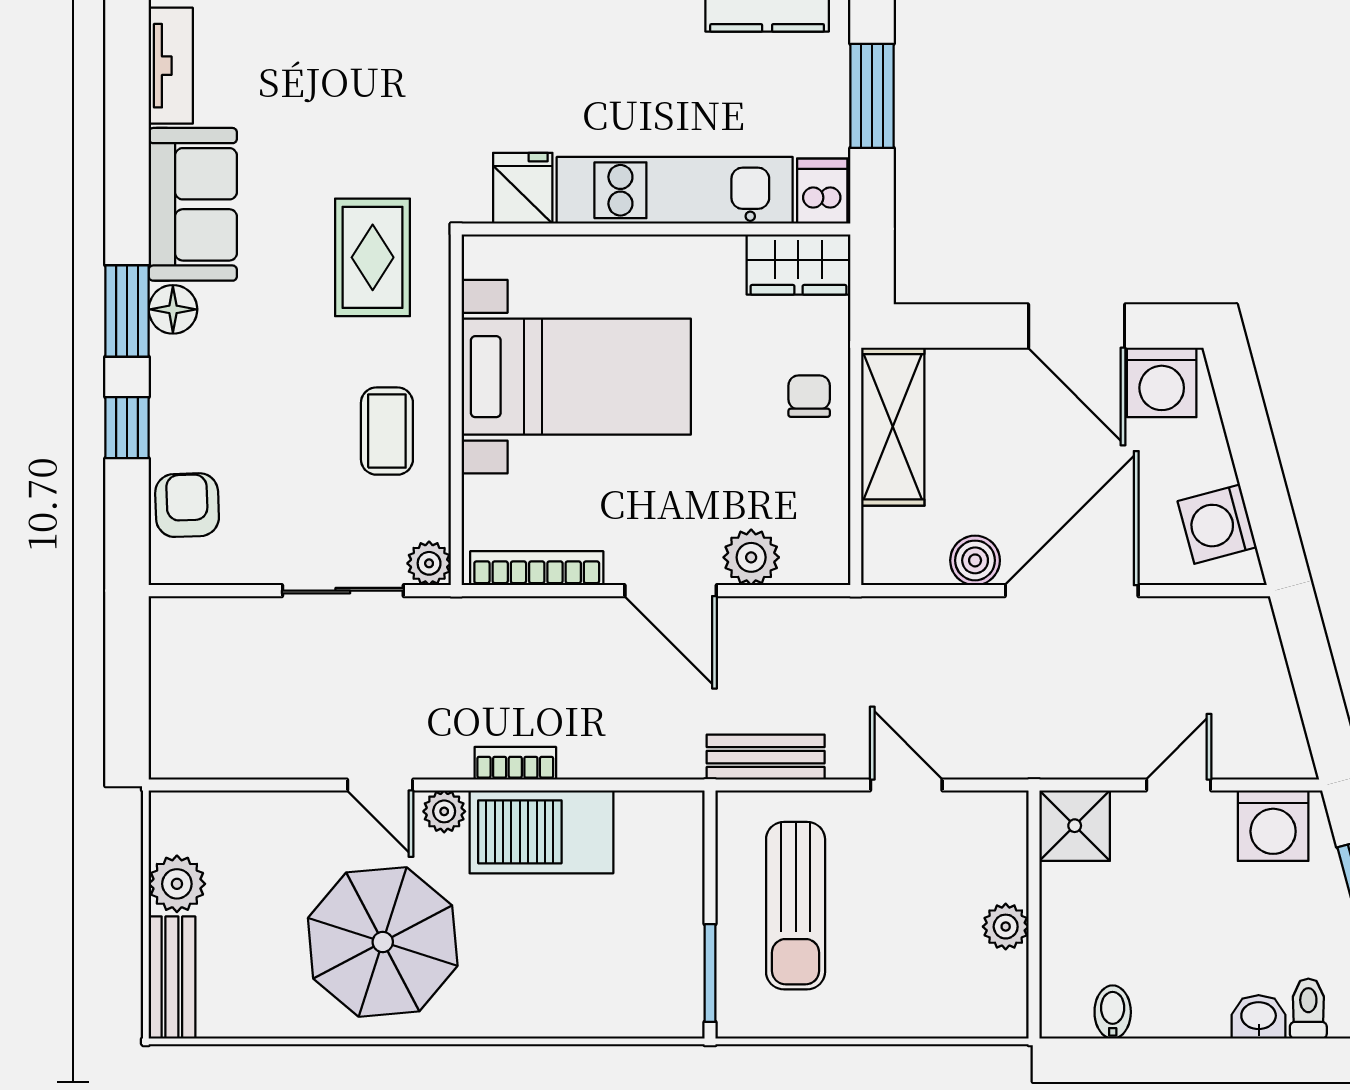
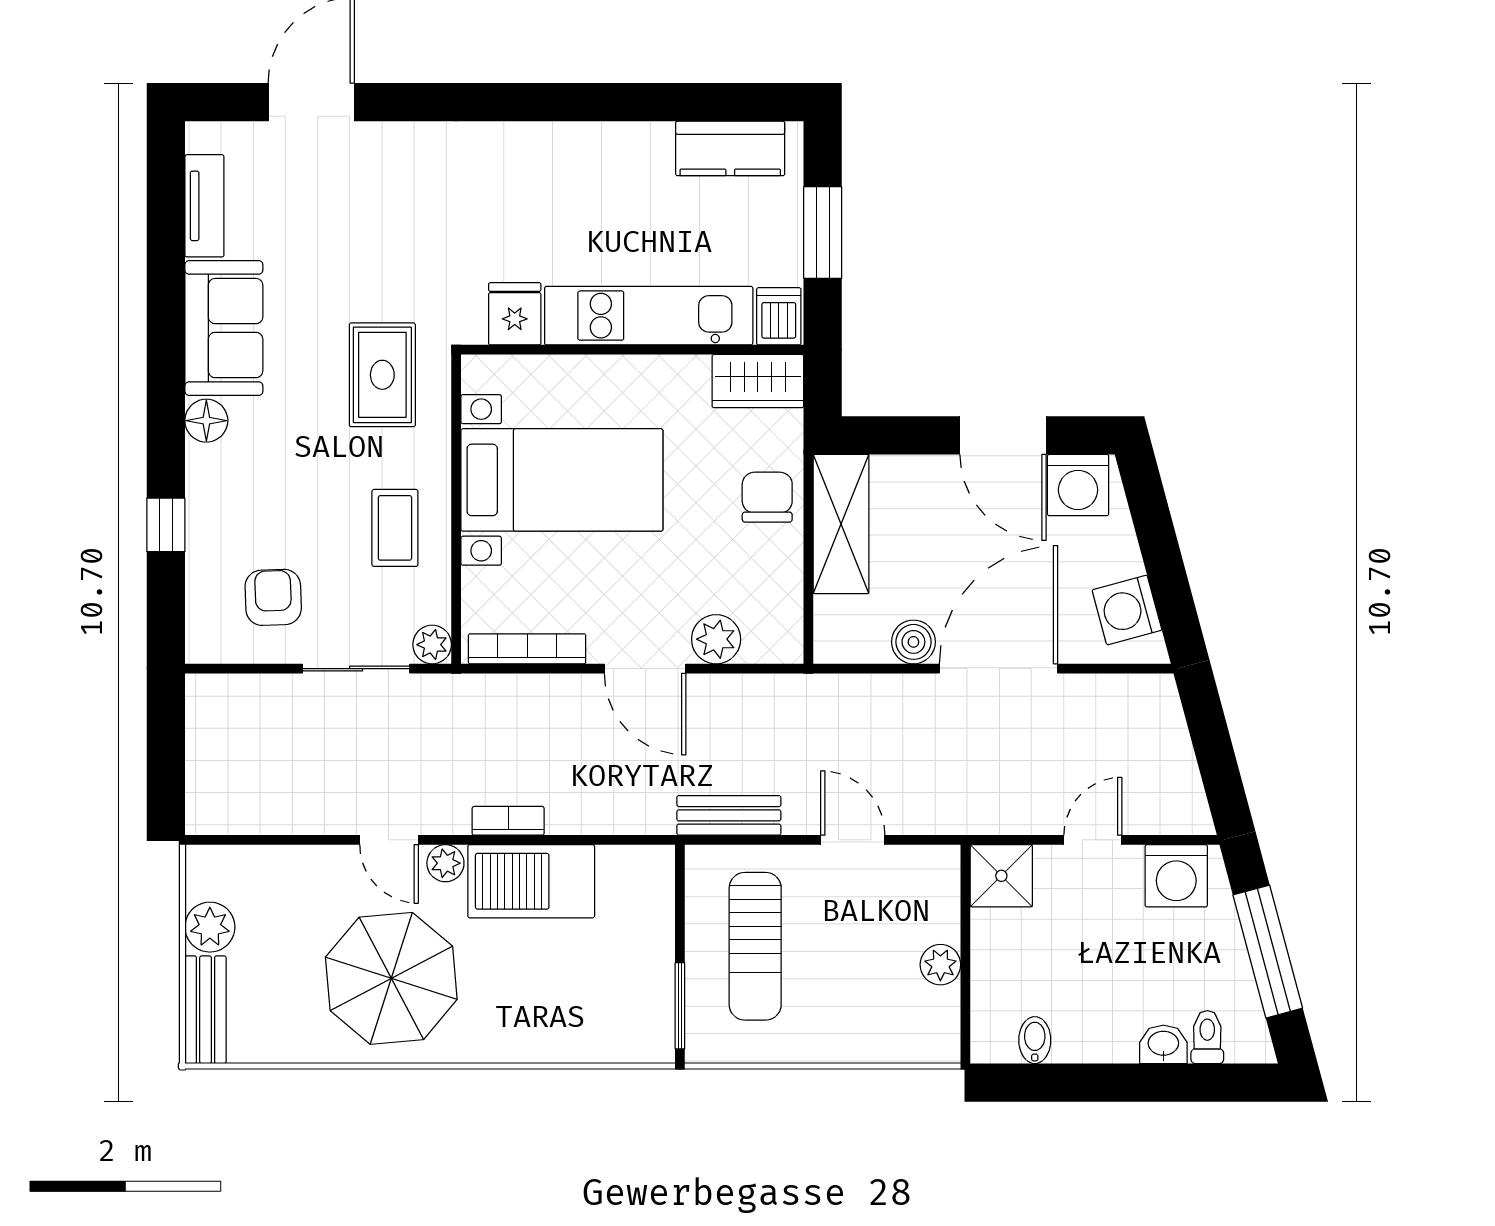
window: (127, 311) -> (166, 422), removed
chair: (809, 396) -> (767, 497), width x1.37, depth x1.37
armchair: (187, 505) -> (273, 597), moved

